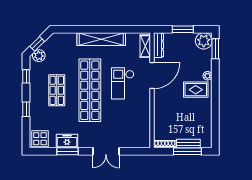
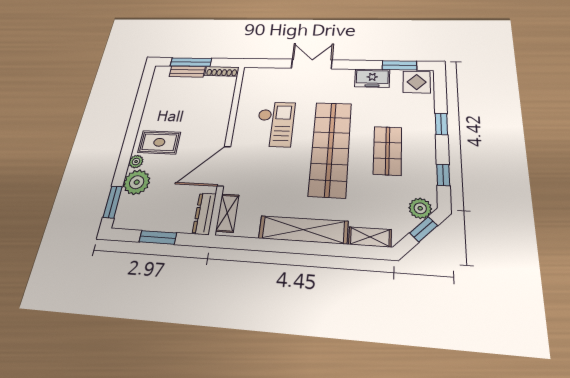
shelving: (65, 38) -> (370, 237), added
plant: (204, 41) -> (137, 182), moved
checkout: (123, 83) -> (275, 124), moved
window: (67, 151) -> (399, 65), moved

